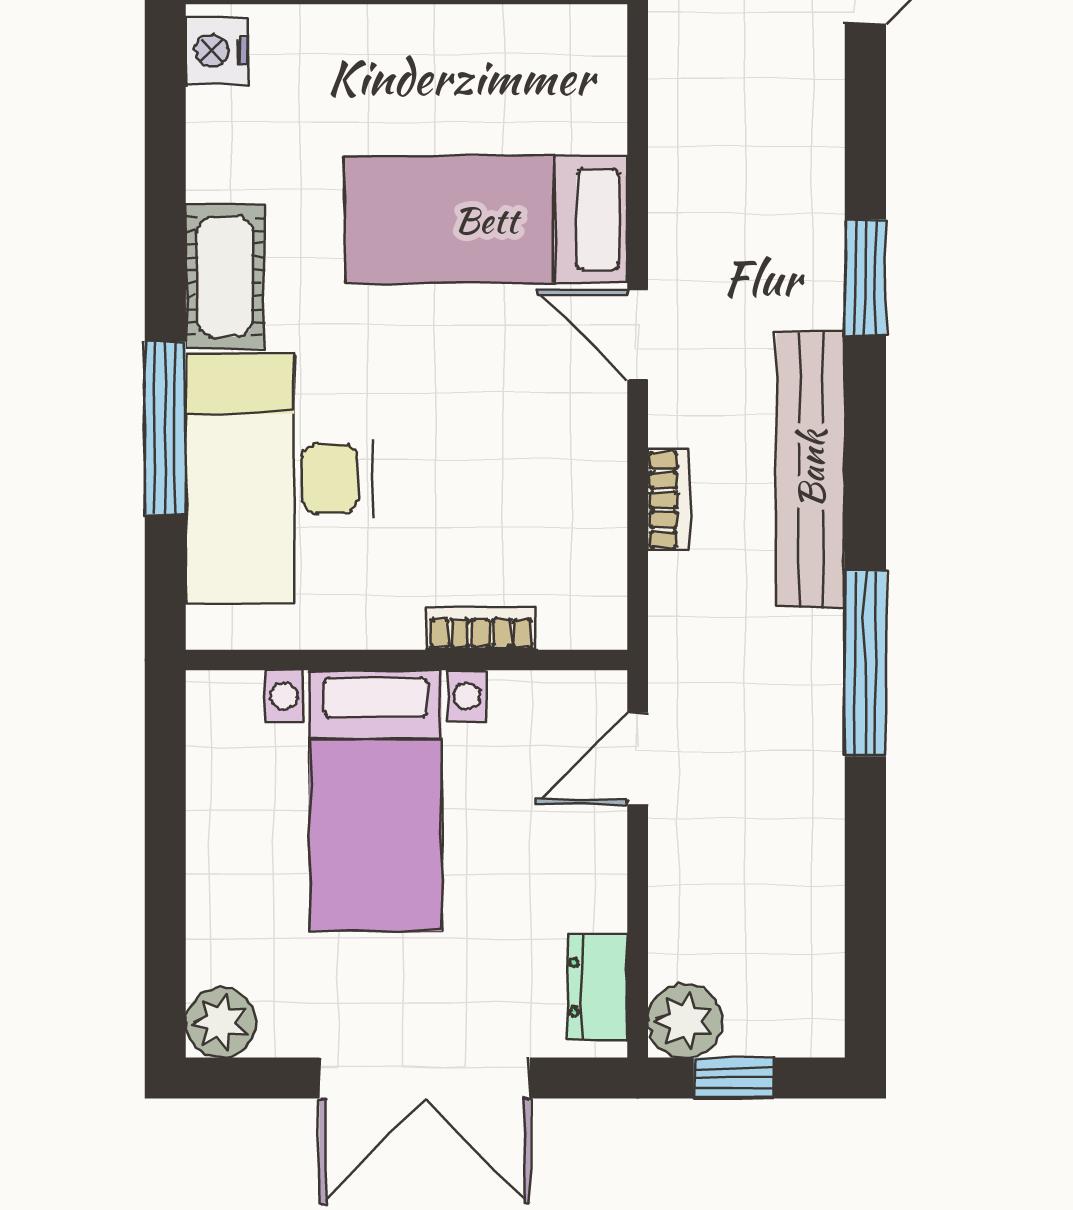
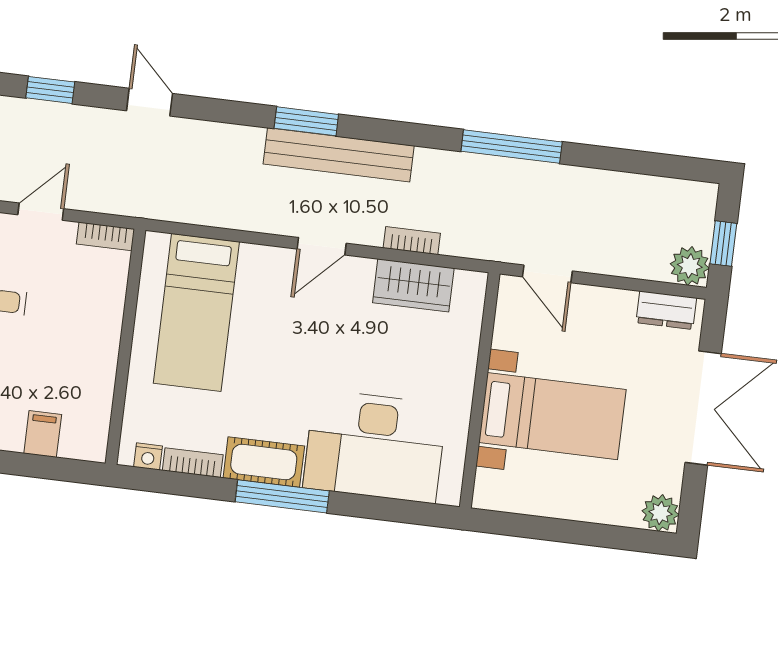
nightstand: (217, 51) -> (148, 456), width x0.72, depth x0.74
bed: (486, 220) -> (196, 313), moved
window: (165, 428) -> (282, 496), moved
bench: (811, 469) -> (339, 155), moved
wardrobe: (586, 513) -> (413, 285), added
bookcase: (481, 628) -> (193, 463), moved, turned 90

